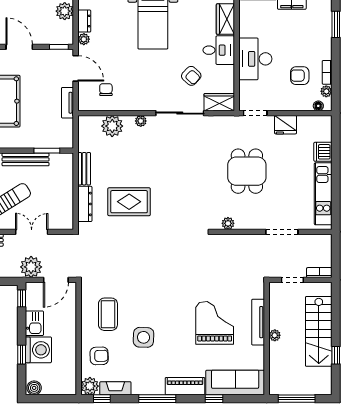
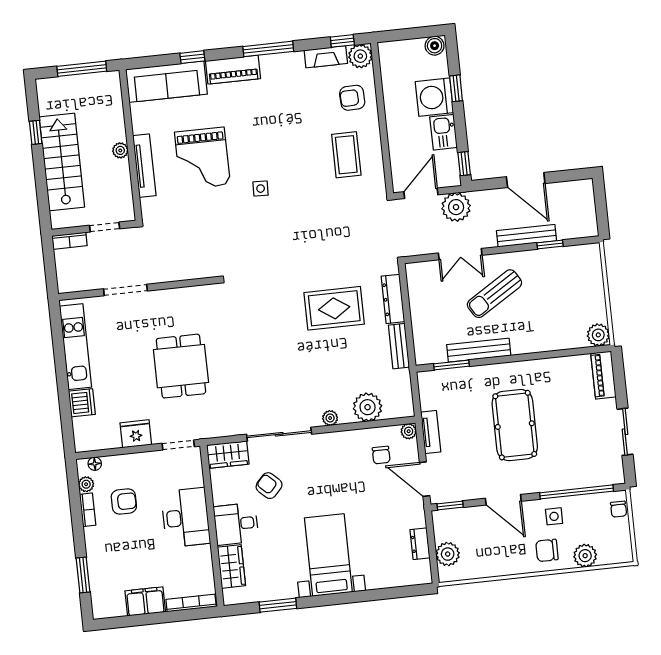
plant: (84, 39) -> (409, 431), moved
plant: (228, 223) -> (199, 294), removed
side table: (143, 337) -> (261, 189), moved, width x0.54, depth x0.54

